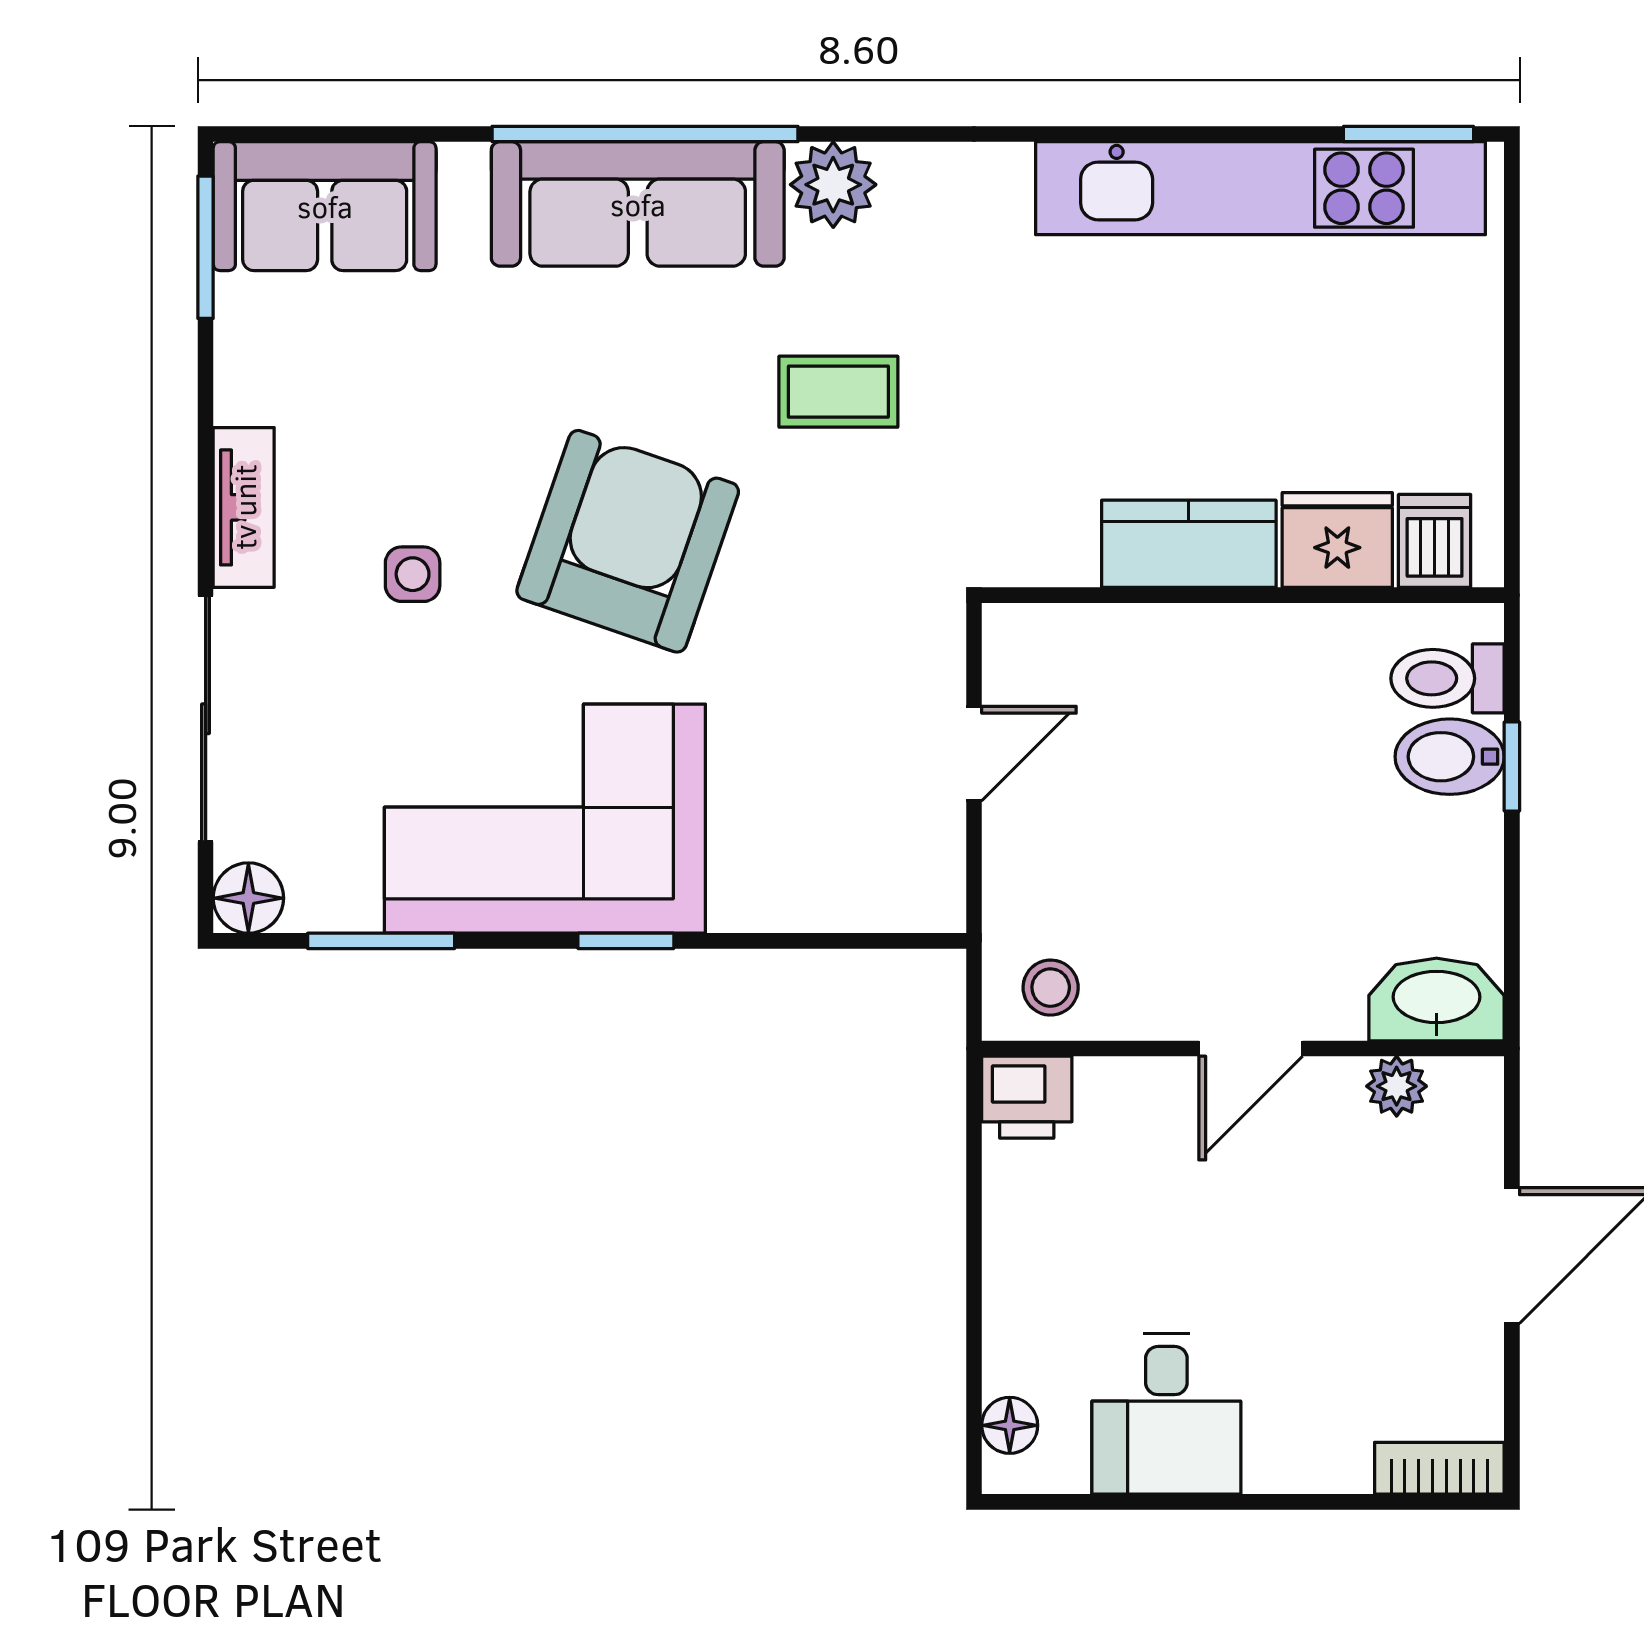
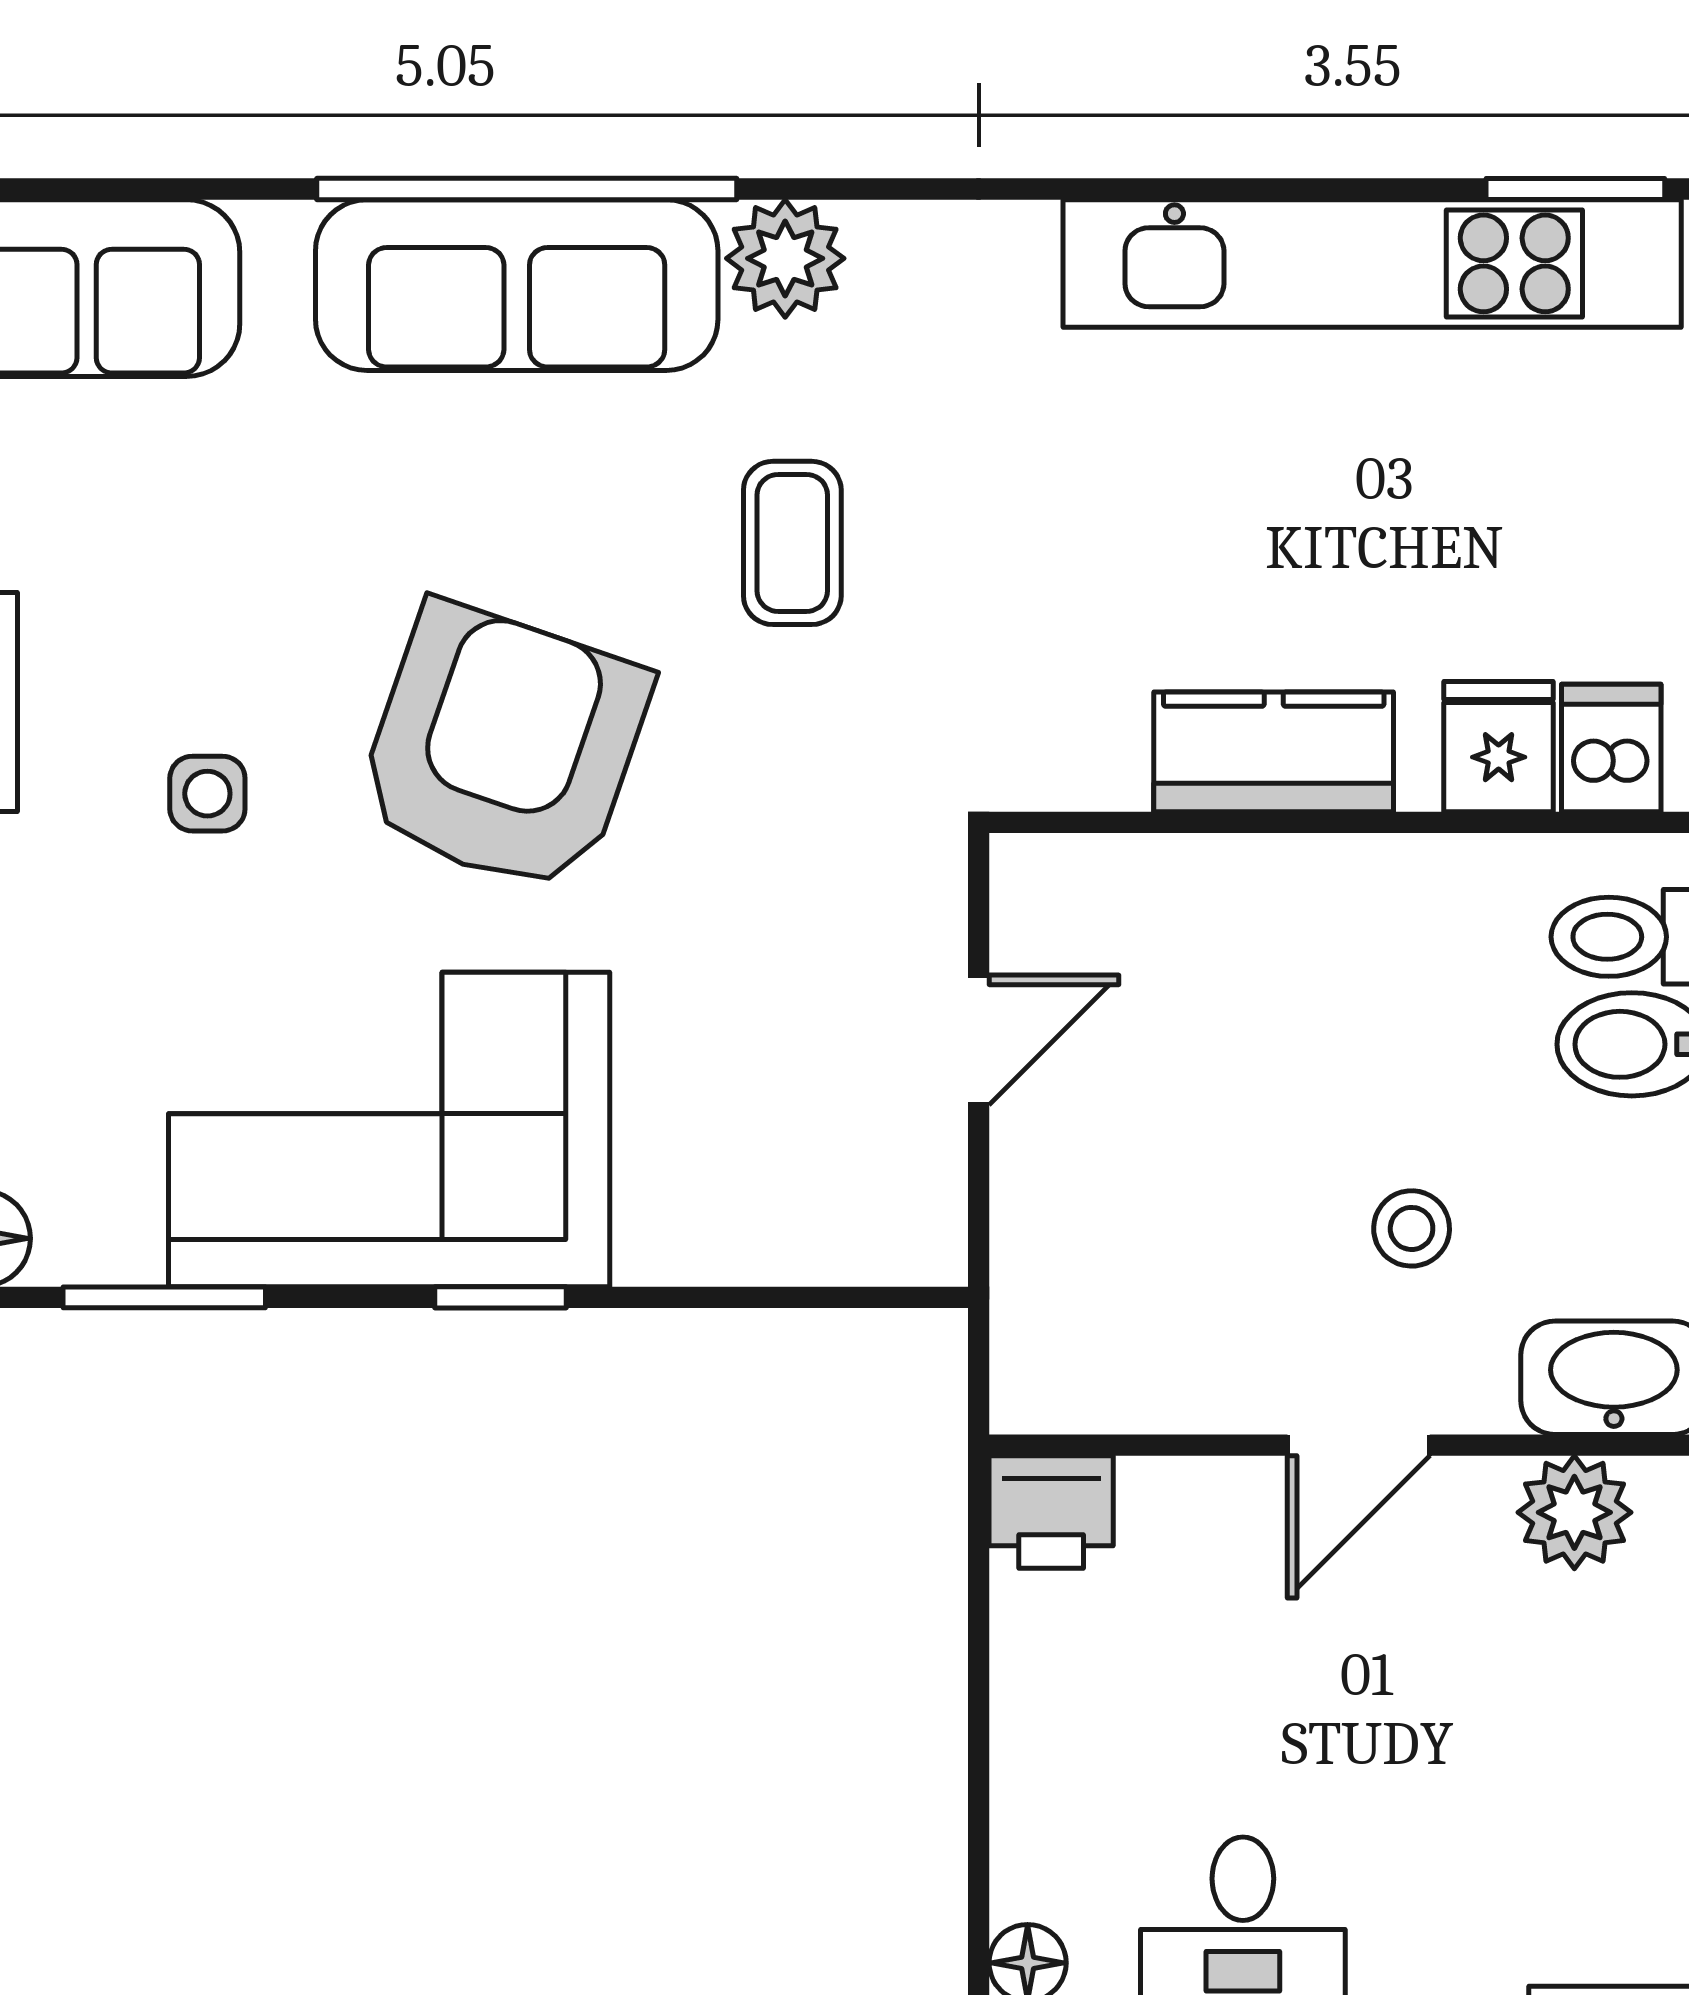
coffee table: (838, 392) -> (792, 543), turned 90
fridge: (1337, 540) -> (1499, 747), width x0.72
stool: (1051, 988) -> (1412, 1228), moved
plant: (1397, 1086) -> (1574, 1512), width x1.38, depth x1.38

